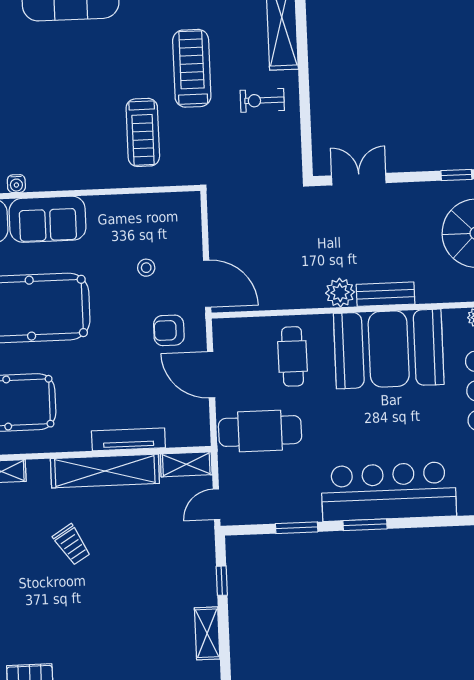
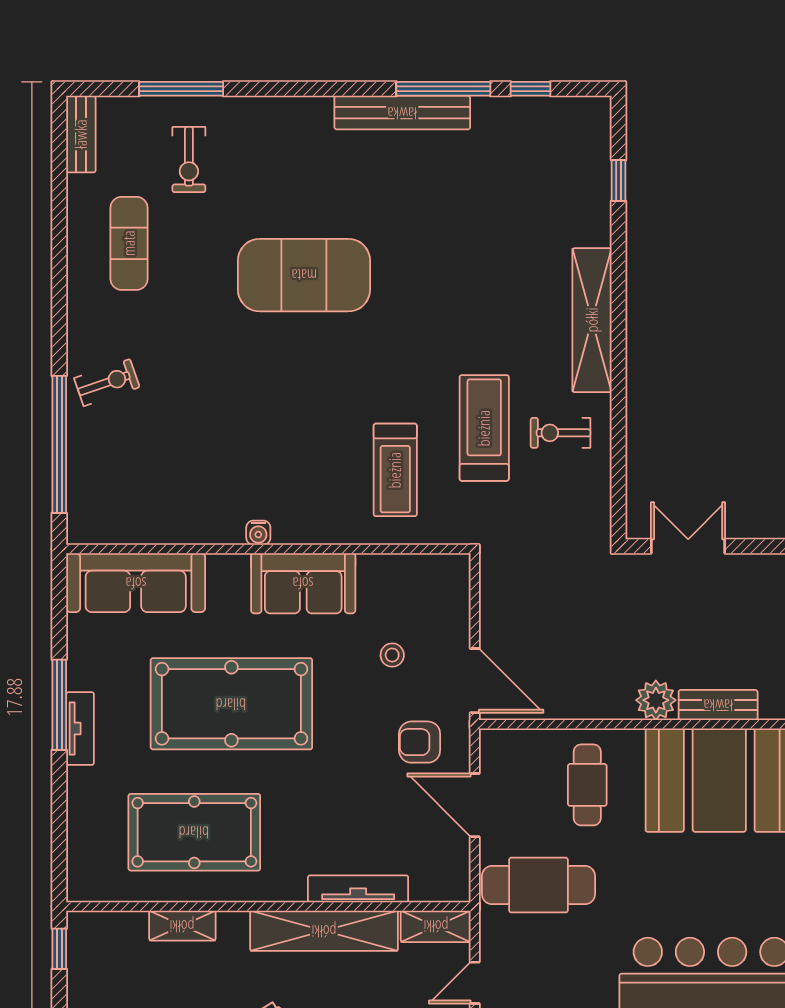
treadmill: (192, 68) -> (484, 428), moved
water cooler: (16, 184) -> (258, 533), moved
sofa: (48, 219) -> (303, 583), moved

